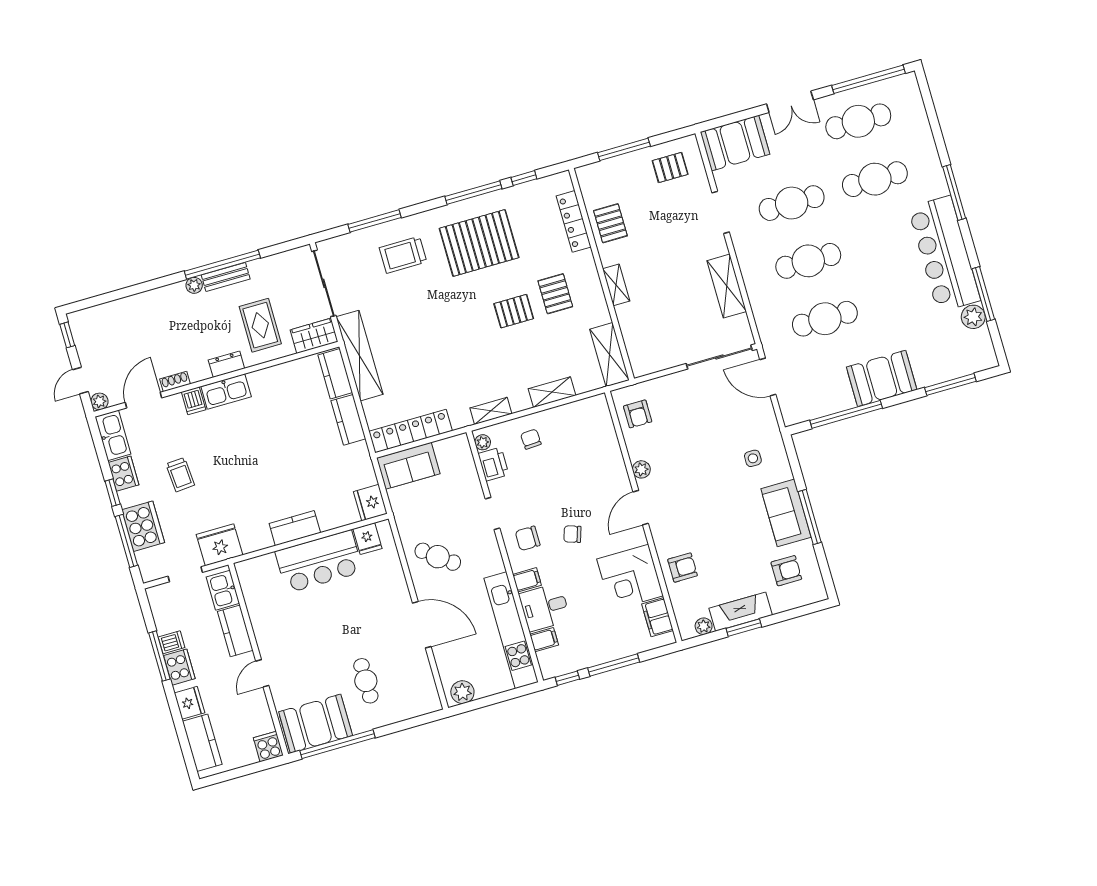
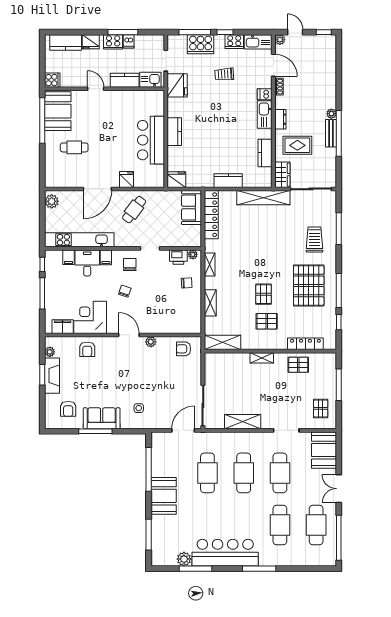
kitchen counter: (335, 374) -> (265, 153), moved, turned -90
fridge: (367, 539) -> (127, 179), moved, turned 90

